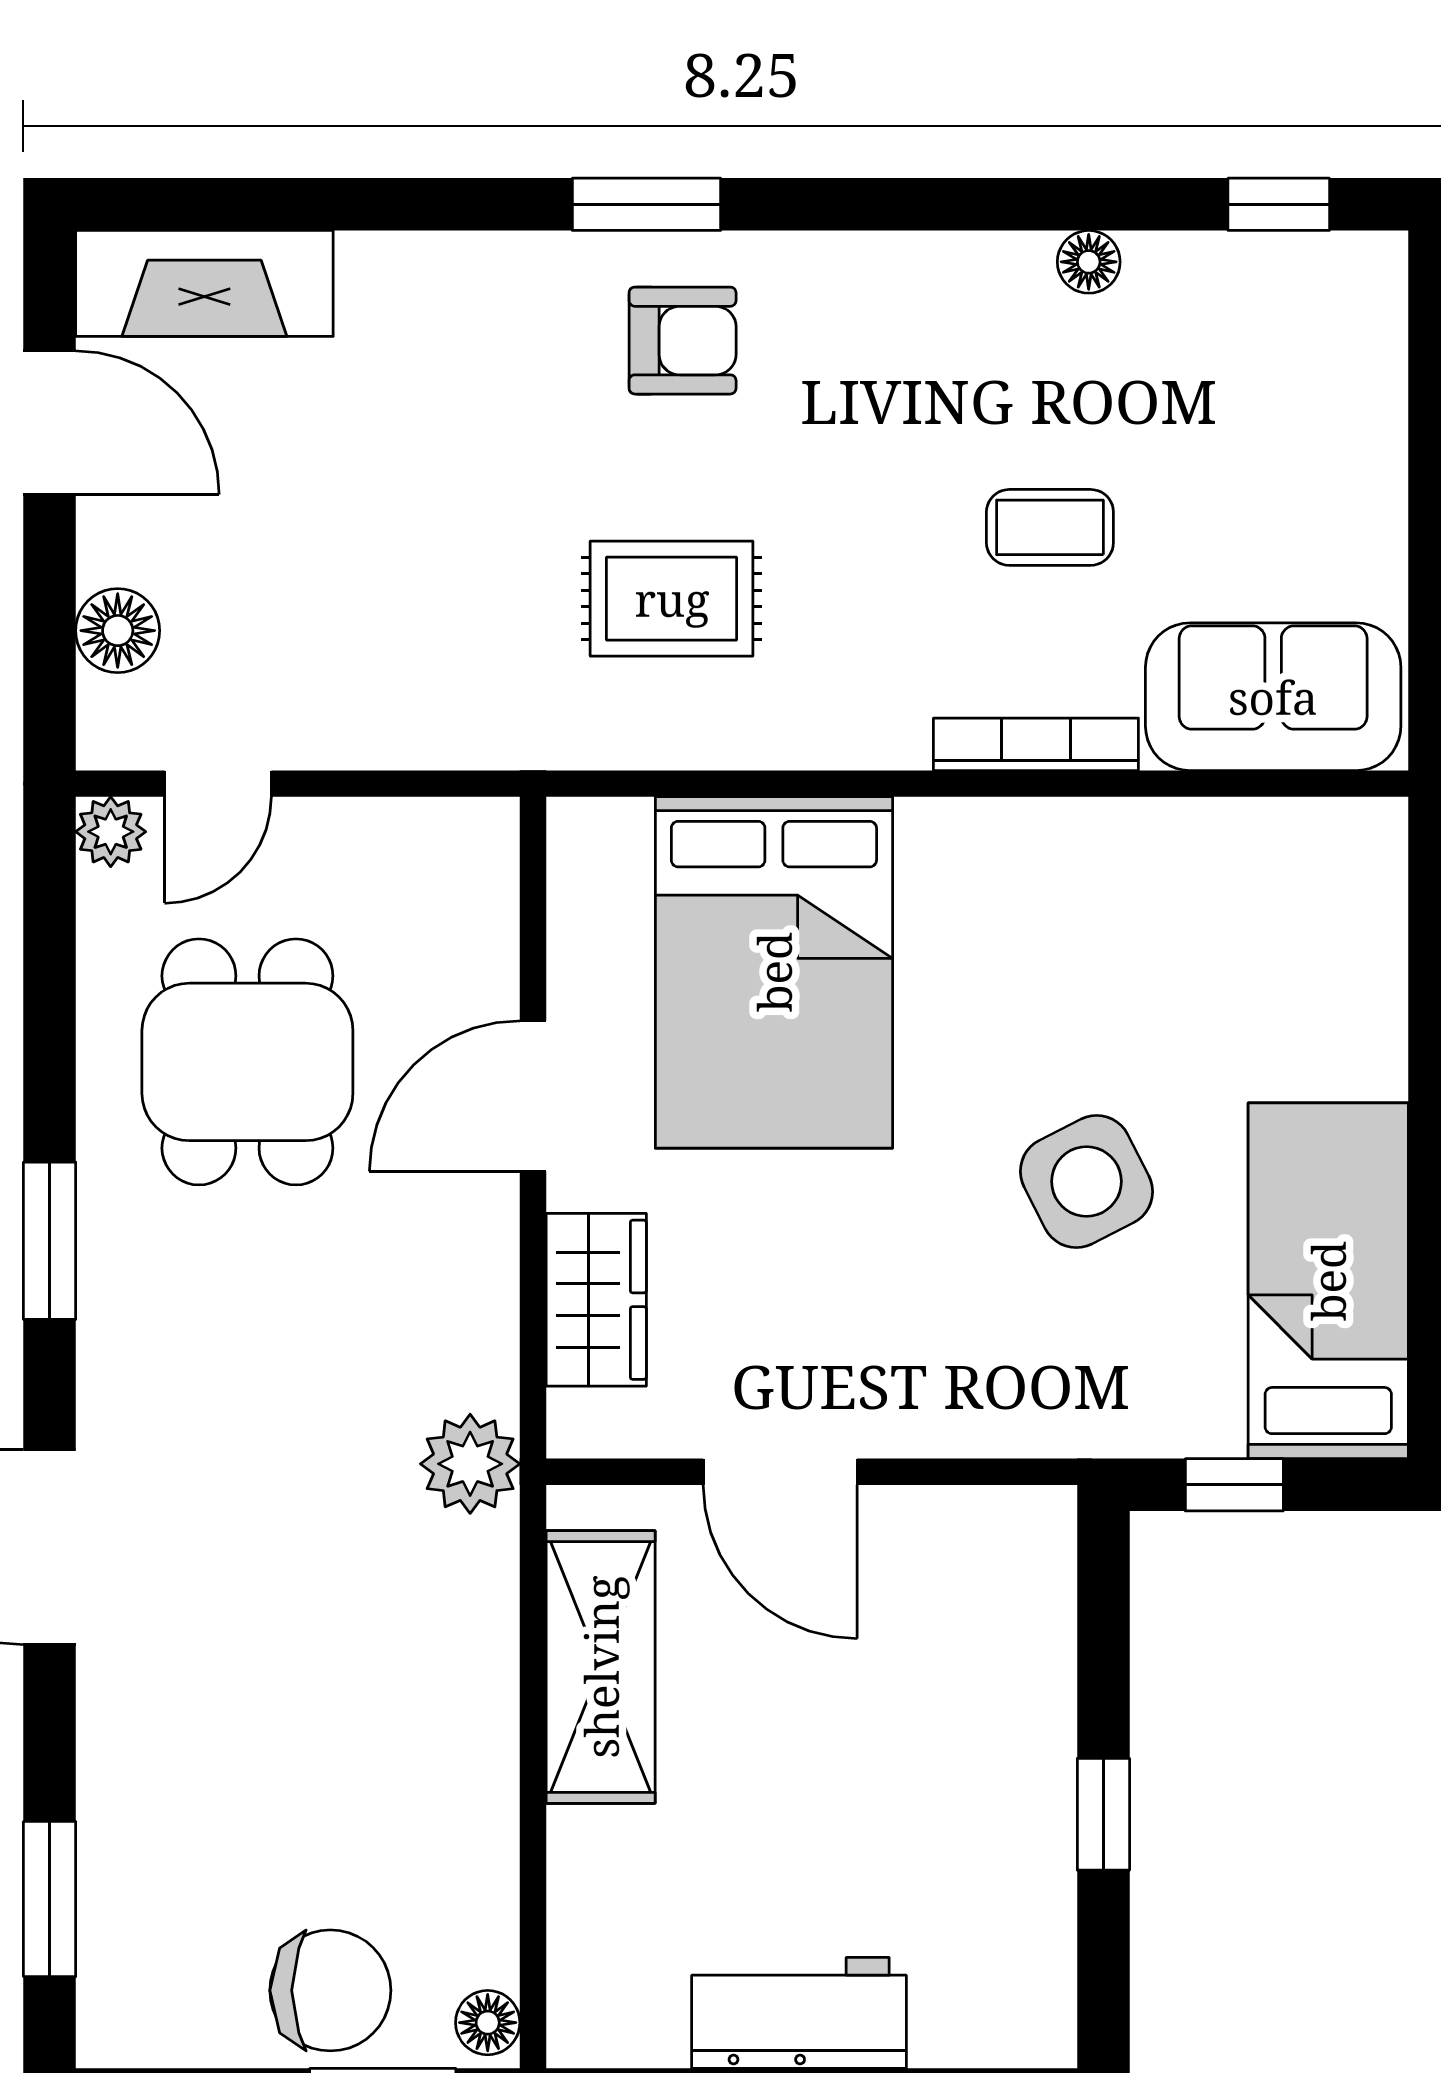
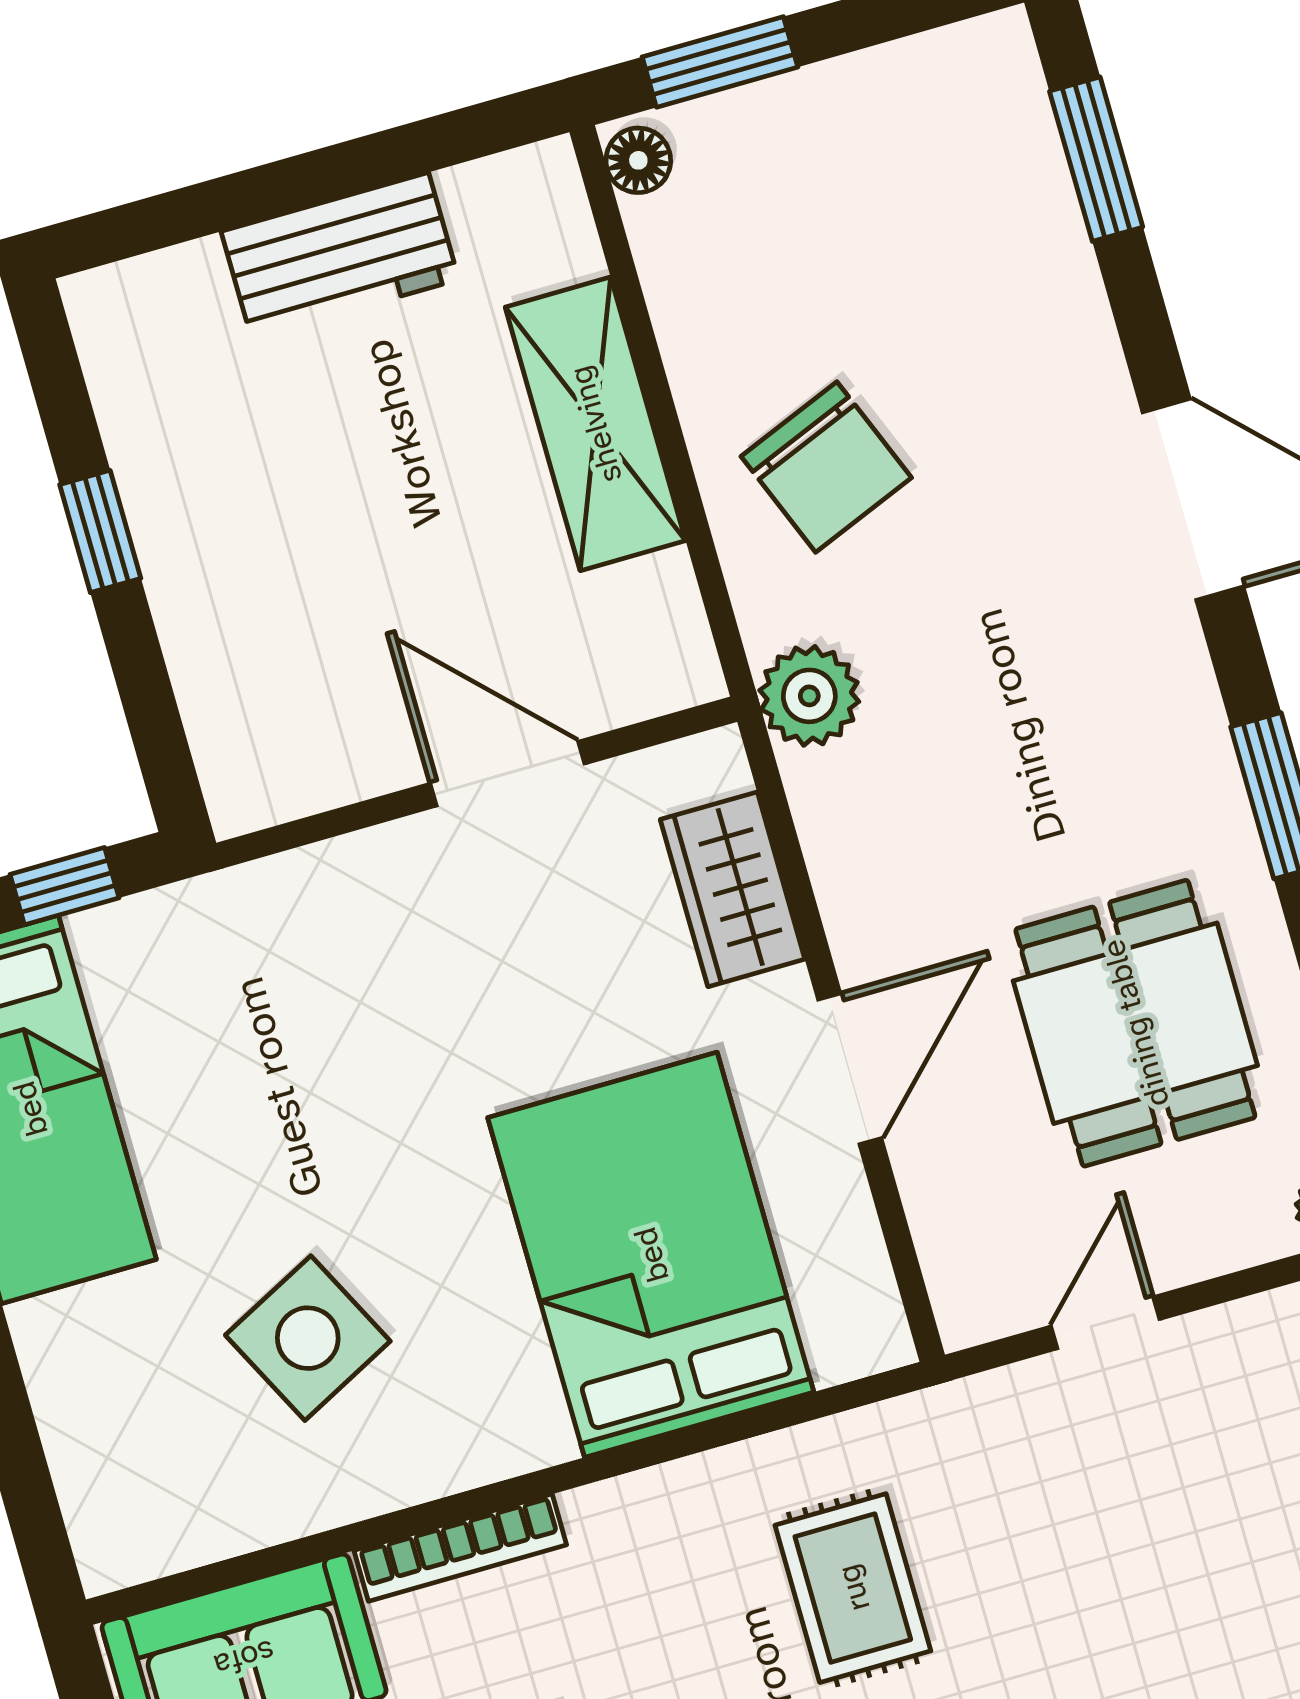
rug: (672, 599) -> (853, 1588), turned 90
door: (218, 784) -> (1105, 1323), moved
side table: (1086, 1181) -> (308, 1338), moved
shelving: (601, 1667) -> (595, 424), moved
chair: (330, 1990) -> (826, 467), moved, turned -112

